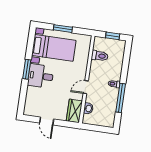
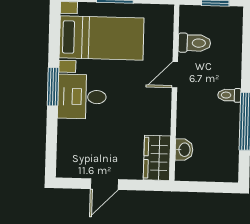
door: (86, 87) -> (175, 75), moved
door: (47, 121) -> (104, 184), hinge flipped

